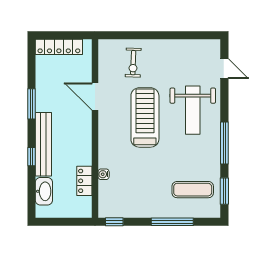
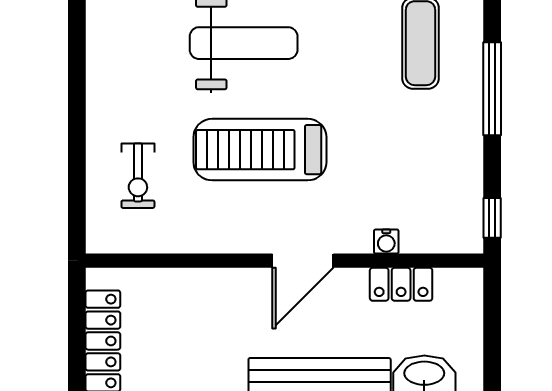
exercise bike: (133, 63) -> (138, 176), turned 88
door: (95, 96) -> (303, 261), moved

